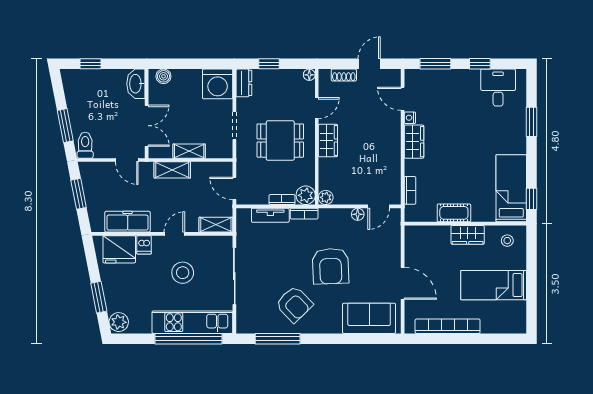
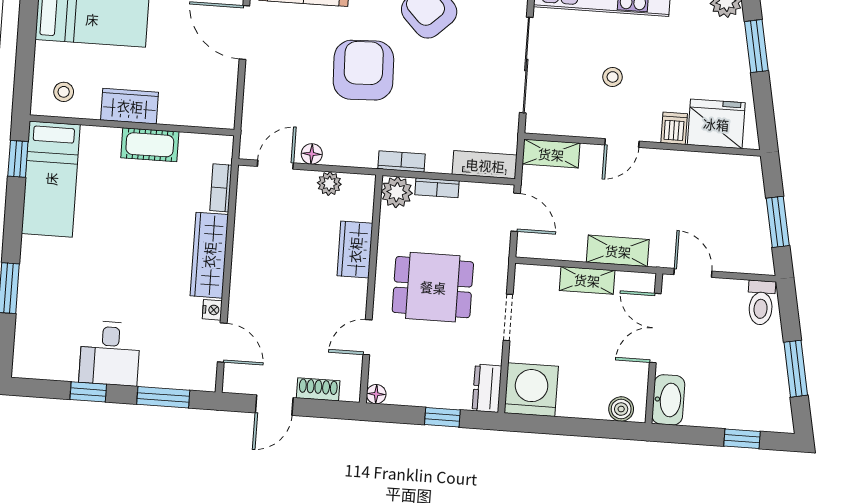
desk: (498, 88) -> (110, 353), moved
window: (65, 126) -> (796, 369), moved
wardrobe: (328, 141) -> (355, 250), moved
wardrobe: (414, 142) -> (209, 255), width x1.50
plant: (326, 197) -> (329, 184), moved
tv unit: (270, 215) -> (485, 165), moved
freezer: (128, 222) -> (699, 169), removed
stool: (183, 273) -> (613, 77), width x0.53, depth x0.53

